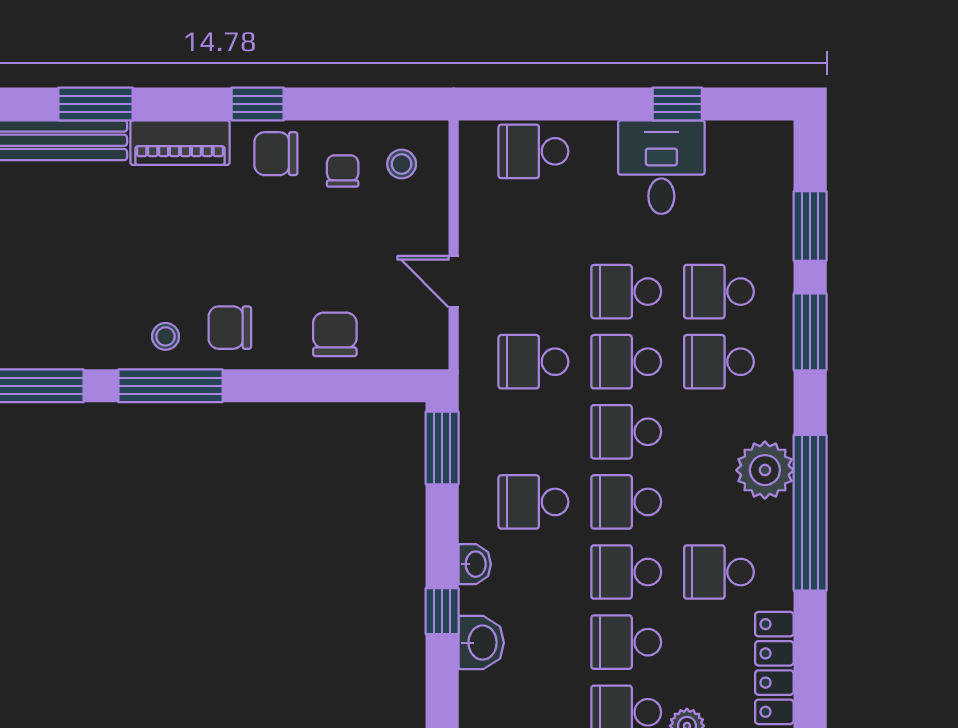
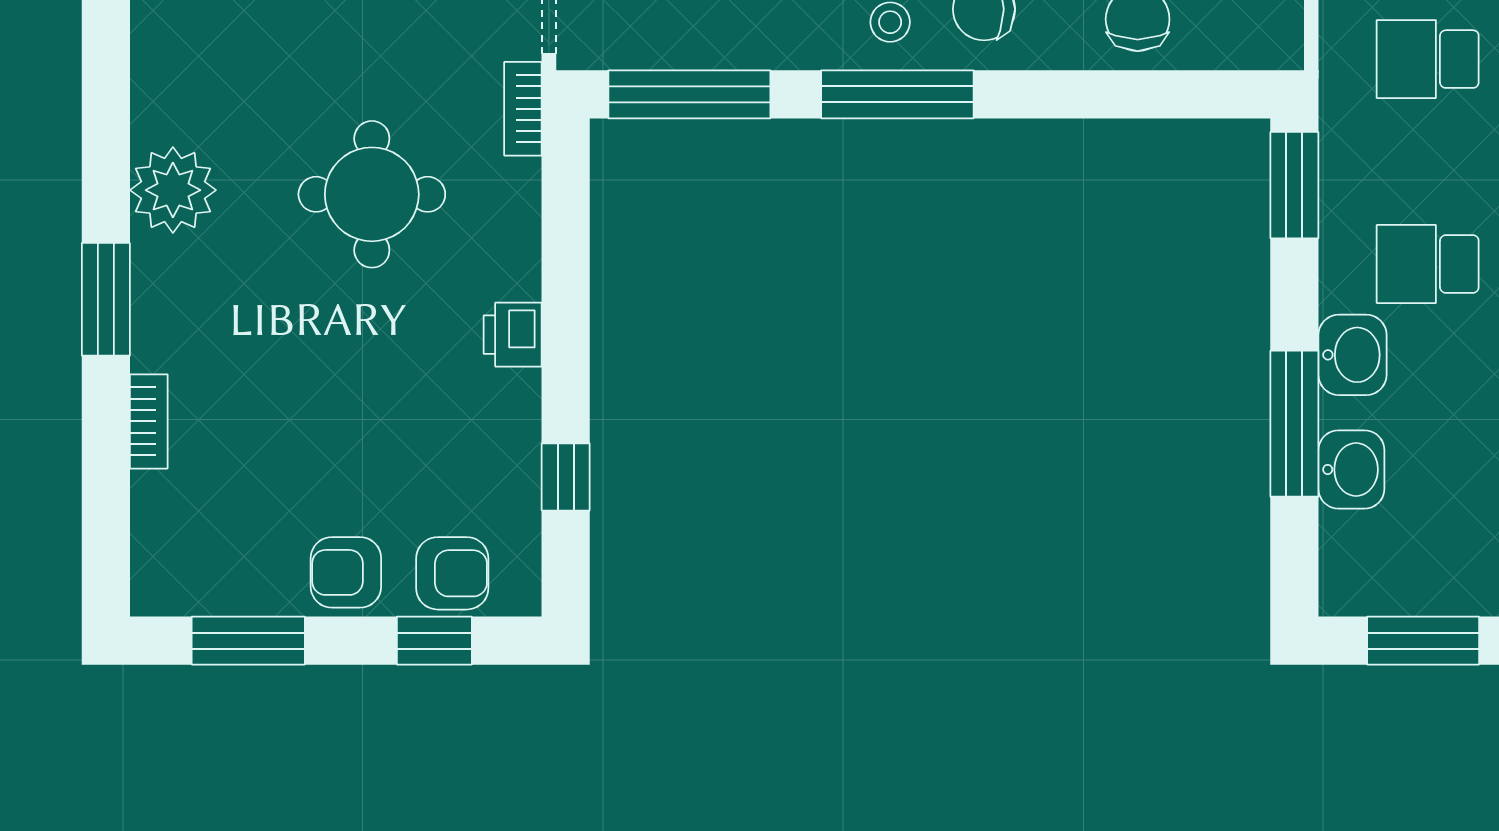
washbasin: (475, 564) -> (1352, 355), width x1.38, depth x1.45
window: (442, 611) -> (1294, 424), width x2.17

